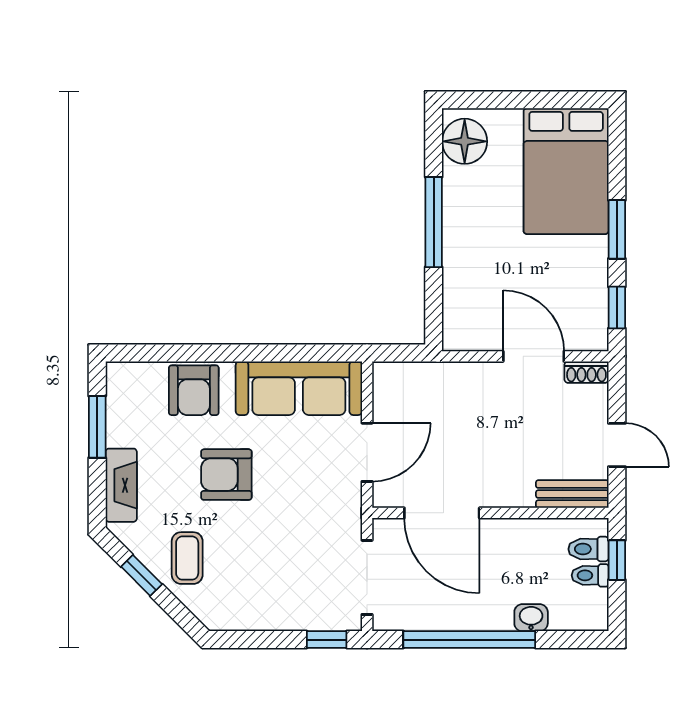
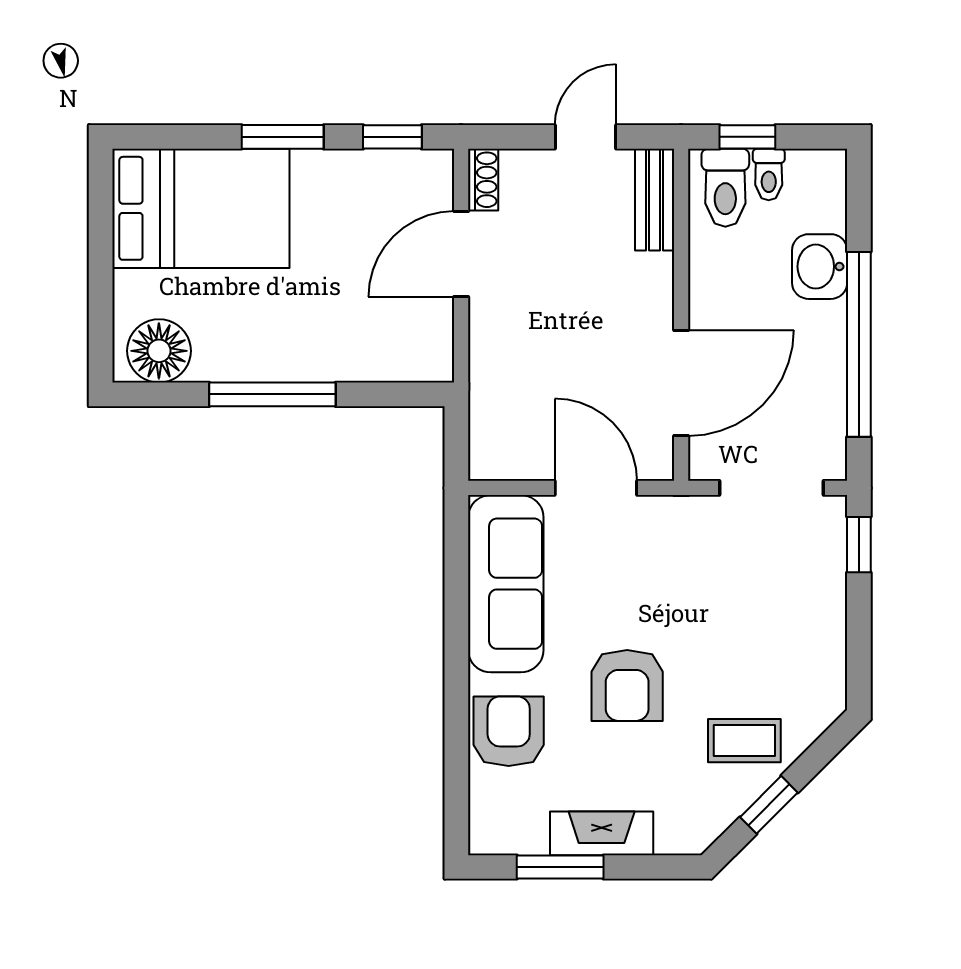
armchair: (194, 390) -> (509, 731), turned -90
fireplace: (121, 485) -> (602, 833), moved
toilet: (588, 549) -> (725, 188), width x1.37, depth x1.39
washbasin: (531, 618) -> (820, 267), width x1.38, depth x1.45

